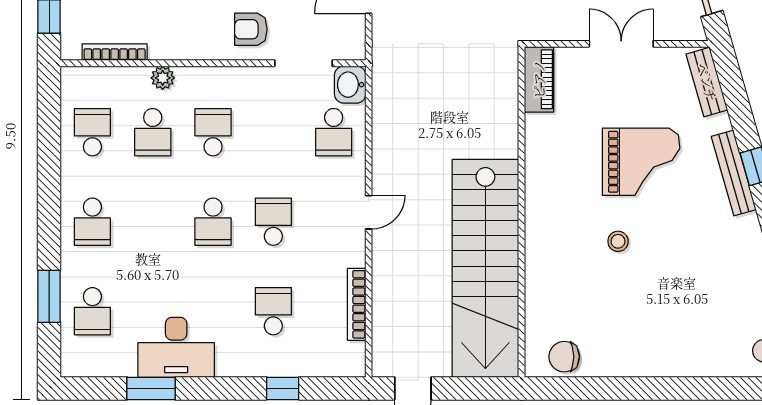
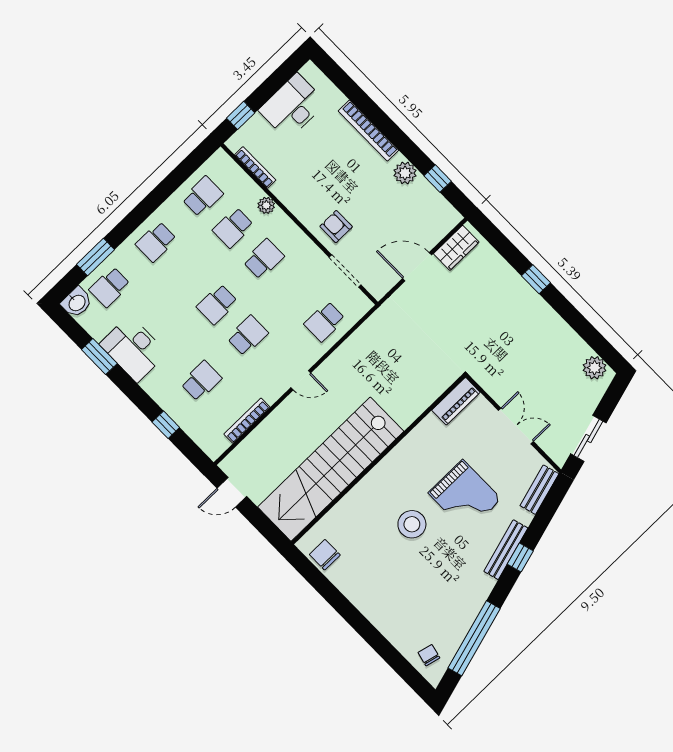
washbasin: (350, 85) -> (77, 303), moved, turned 180
stool: (618, 241) -> (412, 524), width x1.89, depth x1.89

